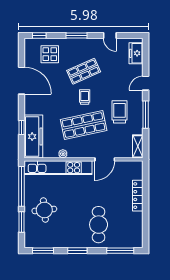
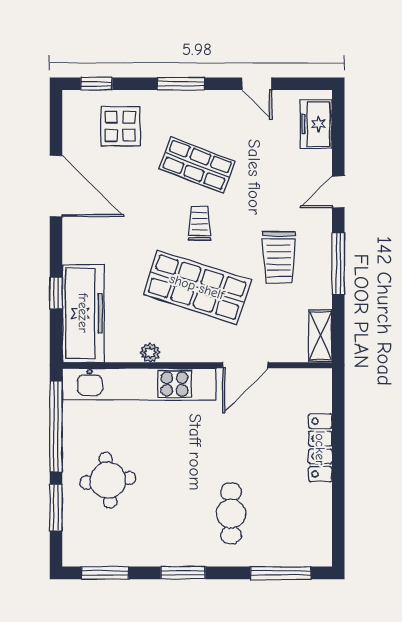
shop shelf: (84, 71) -> (197, 165), turned 45
trolley: (120, 112) -> (279, 257), turned 180
shop shelf: (84, 125) -> (197, 287), turned 30
cafe table: (99, 225) -> (231, 513), width x0.73, depth x0.74

